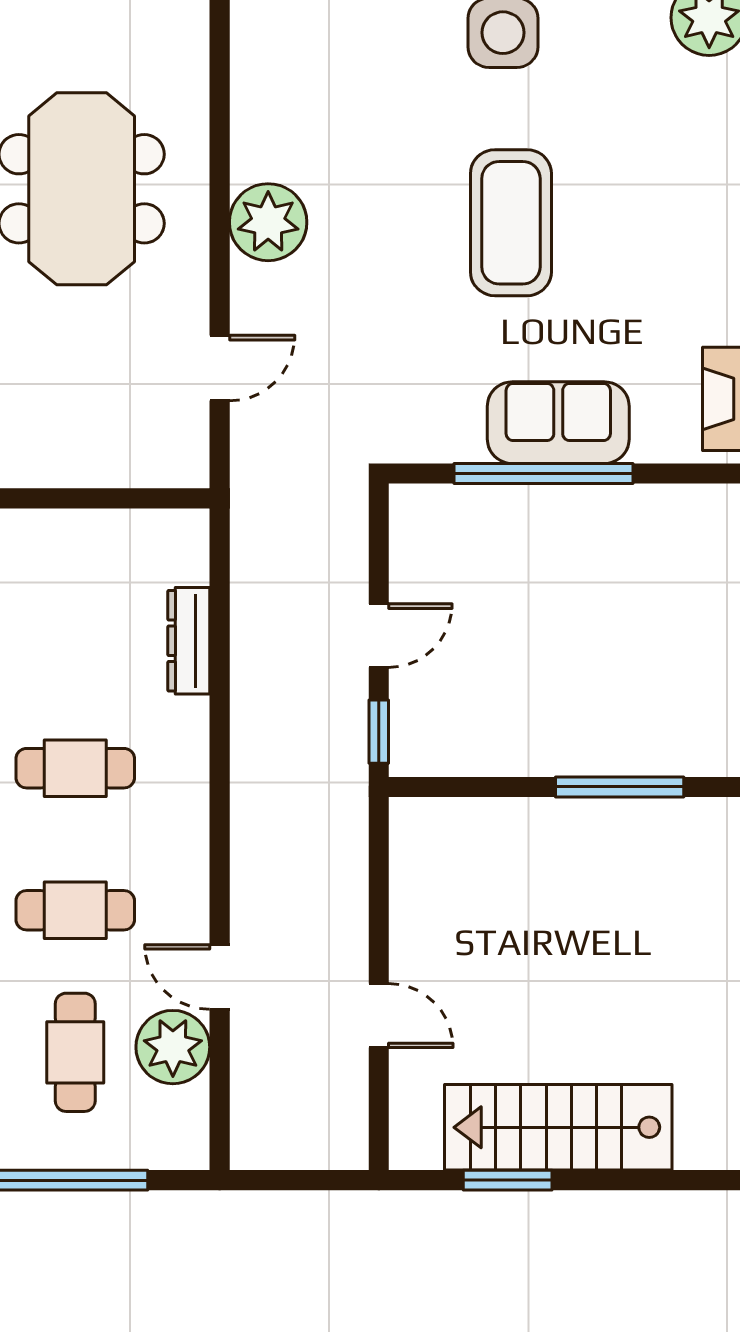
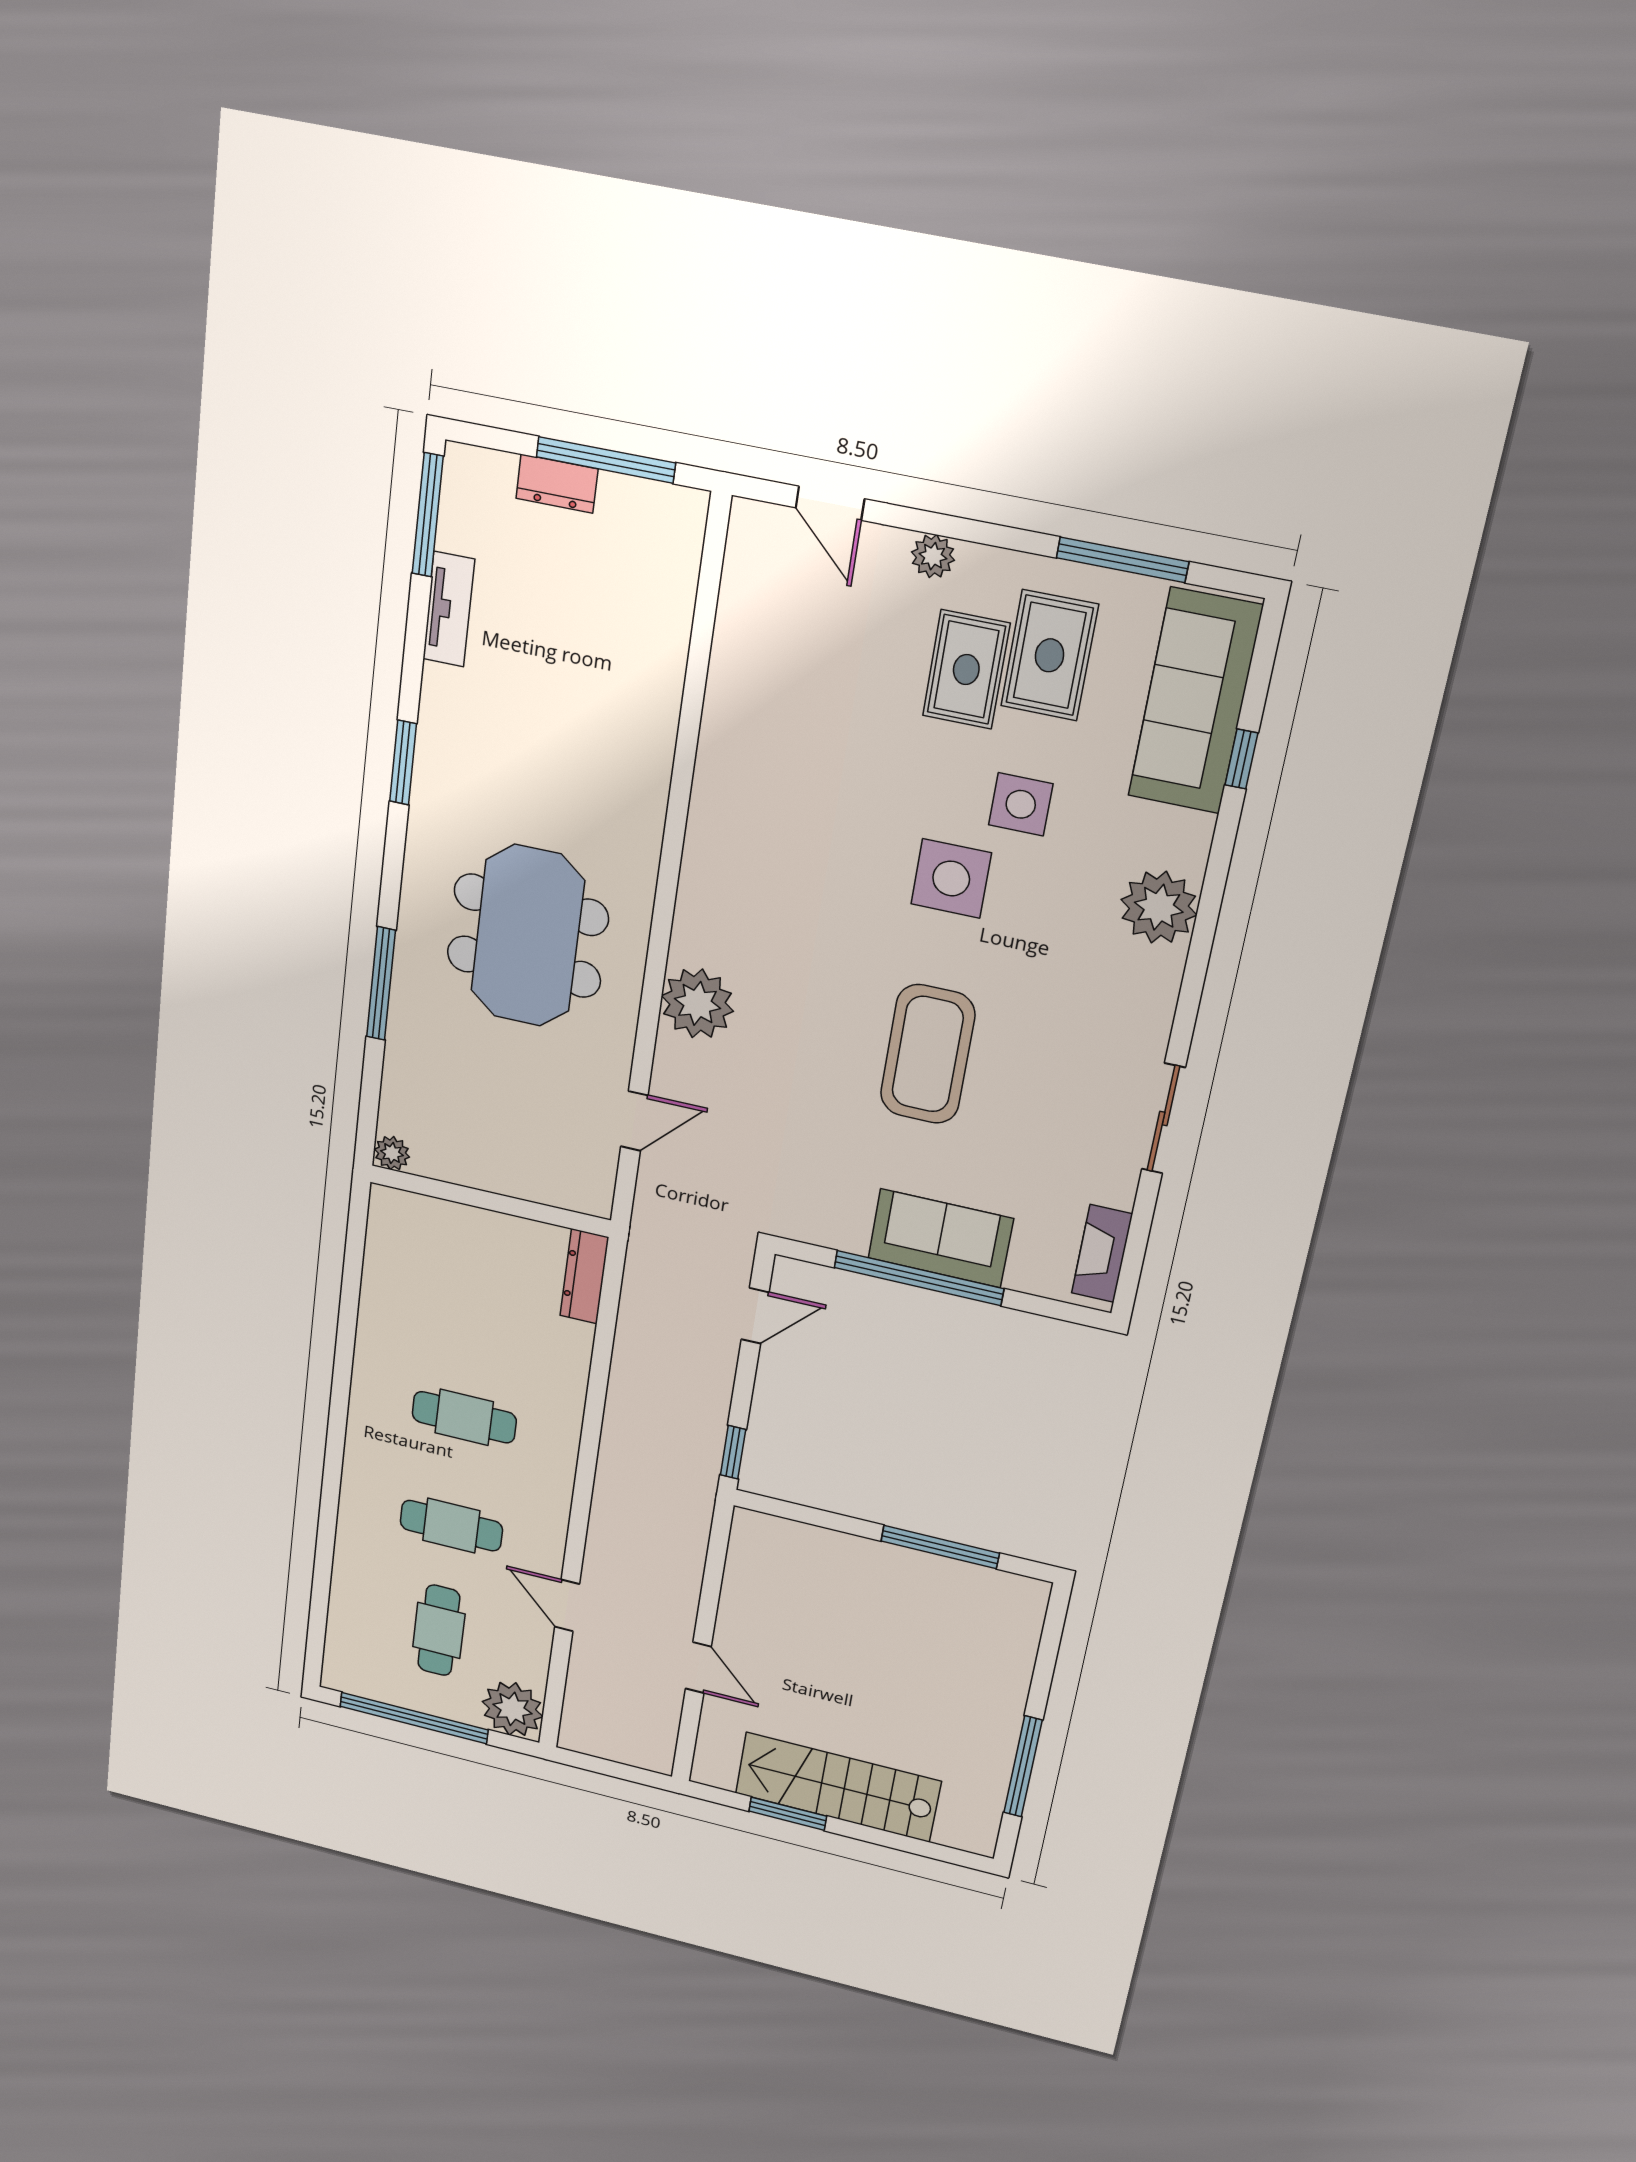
door: (379, 636) -> (755, 1316), moved
dresser: (189, 641) -> (584, 1276), moved
plant: (173, 1047) -> (512, 1709), moved

